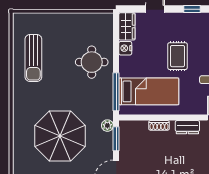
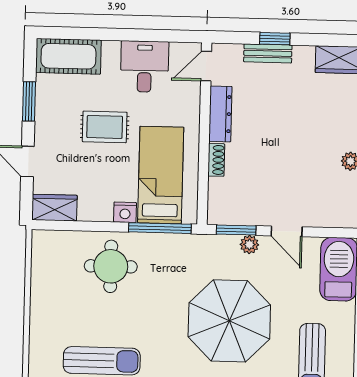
window: (192, 9) -> (29, 101), width x1.50
nightstand: (125, 48) -> (125, 212), moved
plant: (107, 126) -> (249, 245), moved
dresser: (187, 127) -> (220, 114), width x1.44

